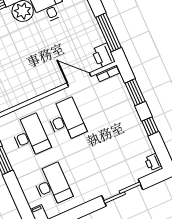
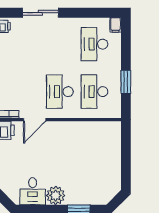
door: (79, 80) -> (35, 120), hinge flipped

